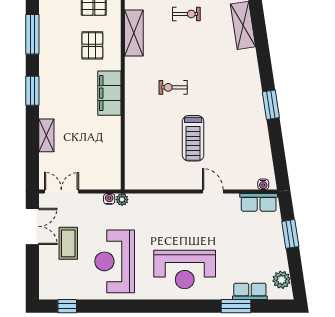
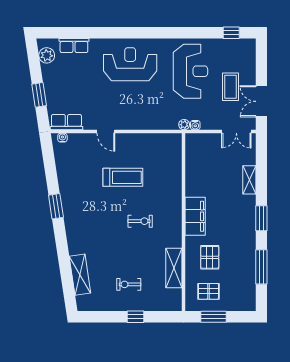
treadmill: (193, 138) -> (123, 177), turned 90
window: (236, 306) -> (86, 33), removed

